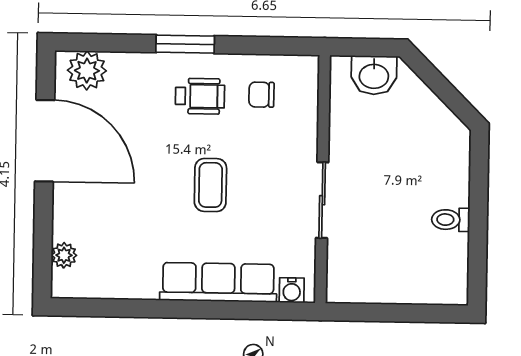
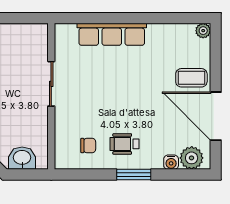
coffee table: (210, 185) -> (191, 78), moved, turned 90
plant: (64, 255) -> (203, 31), moved
water cooler: (292, 290) -> (171, 162), moved, turned 180

